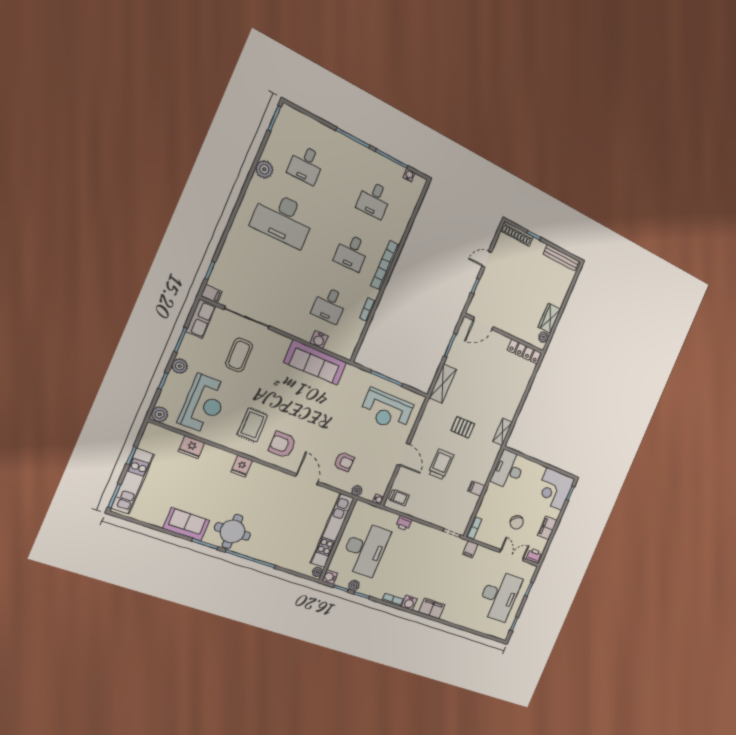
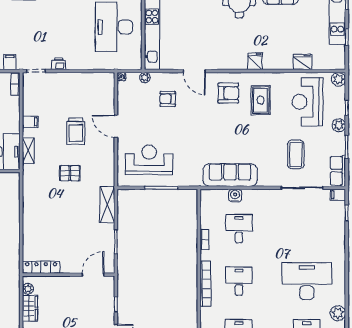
shelving: (502, 432) -> (28, 151), moved
trolley: (399, 497) -> (103, 86), removed
printer: (404, 523) -> (59, 64), moved

